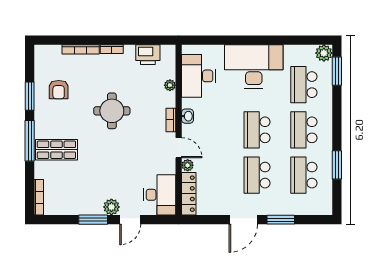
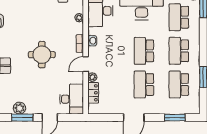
round table: (112, 111) -> (42, 55), moved
door: (179, 148) -> (86, 64), swing flipped
locker: (189, 194) -> (93, 93), width x0.66
plant: (111, 207) -> (19, 108), moved
window: (281, 220) -> (175, 118), moved

